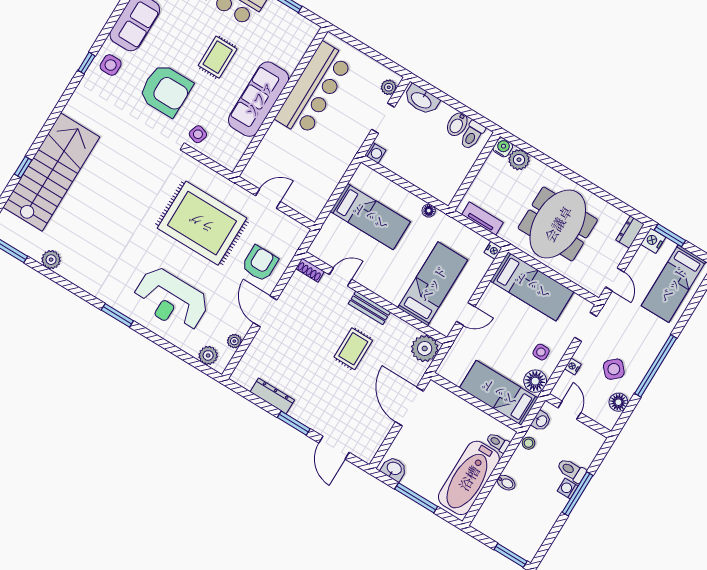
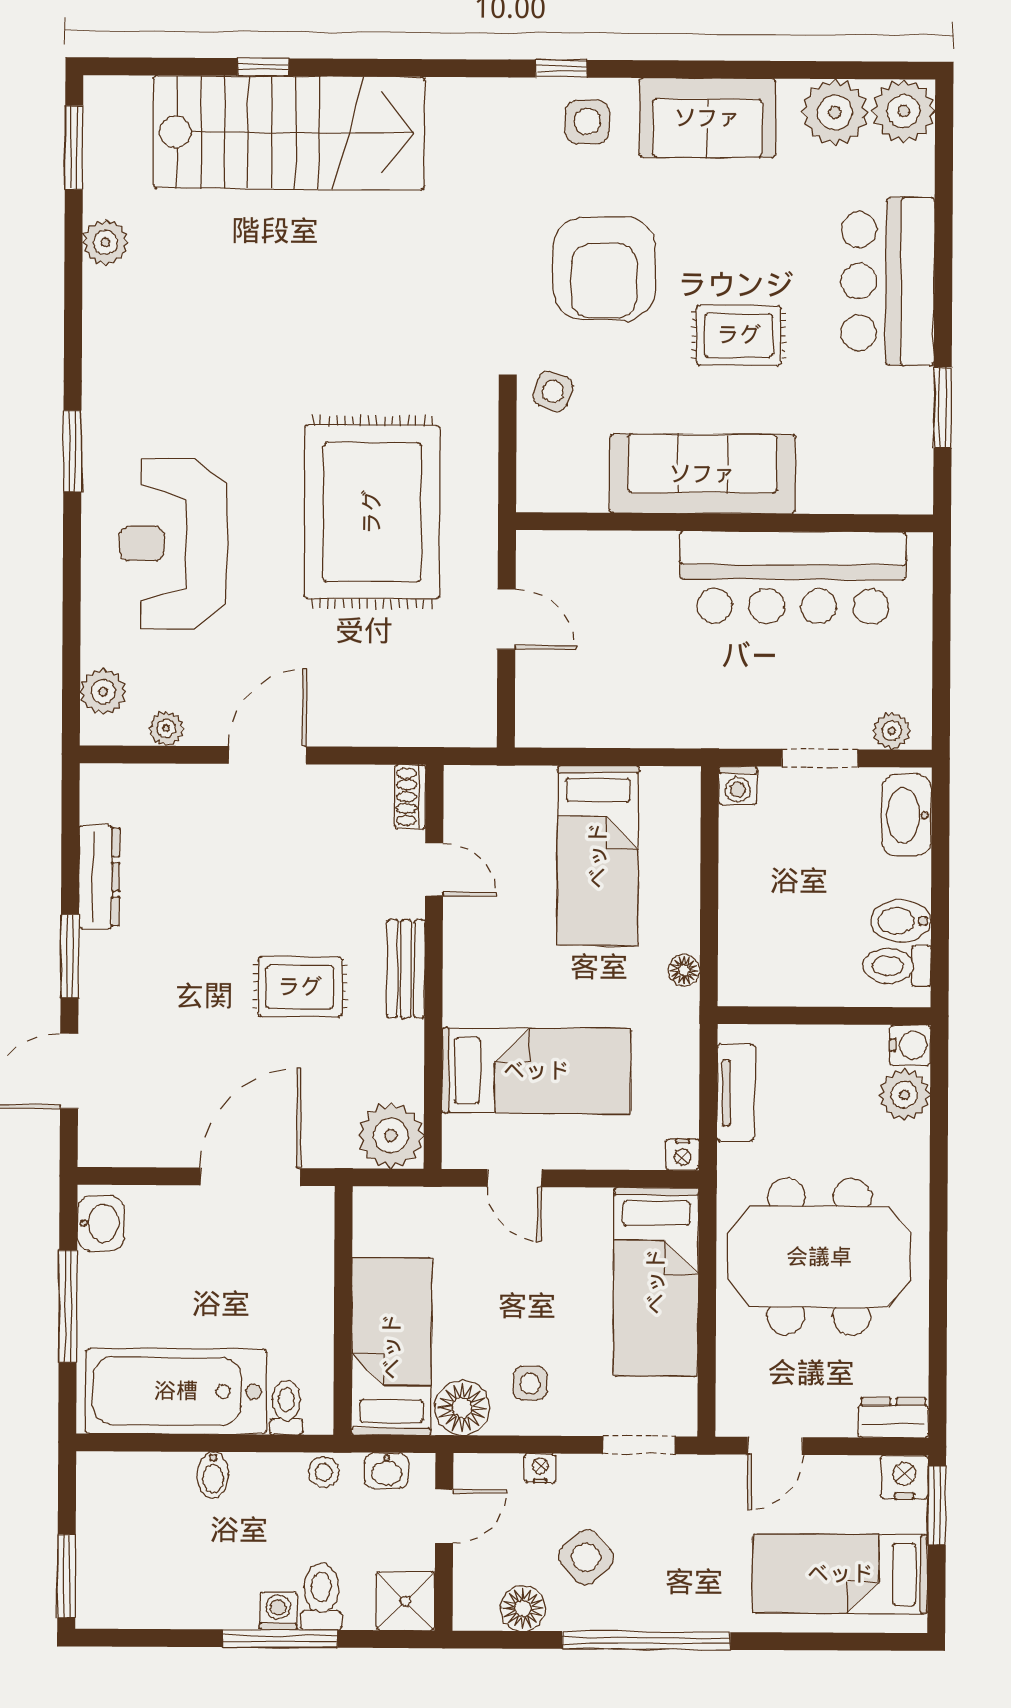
armchair: (260, 263) -> (361, 684), removed
shower: (591, 442) -> (406, 1601), added

